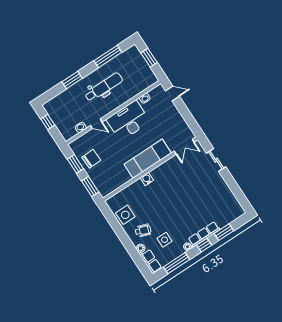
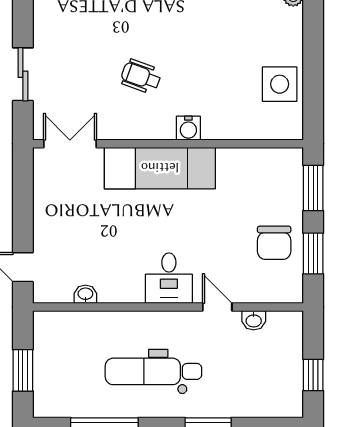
desk: (128, 121) -> (169, 278), width x0.53, depth x0.77
chair: (91, 159) -> (274, 243), turned -88
wheelchair: (143, 231) -> (141, 76), moved

